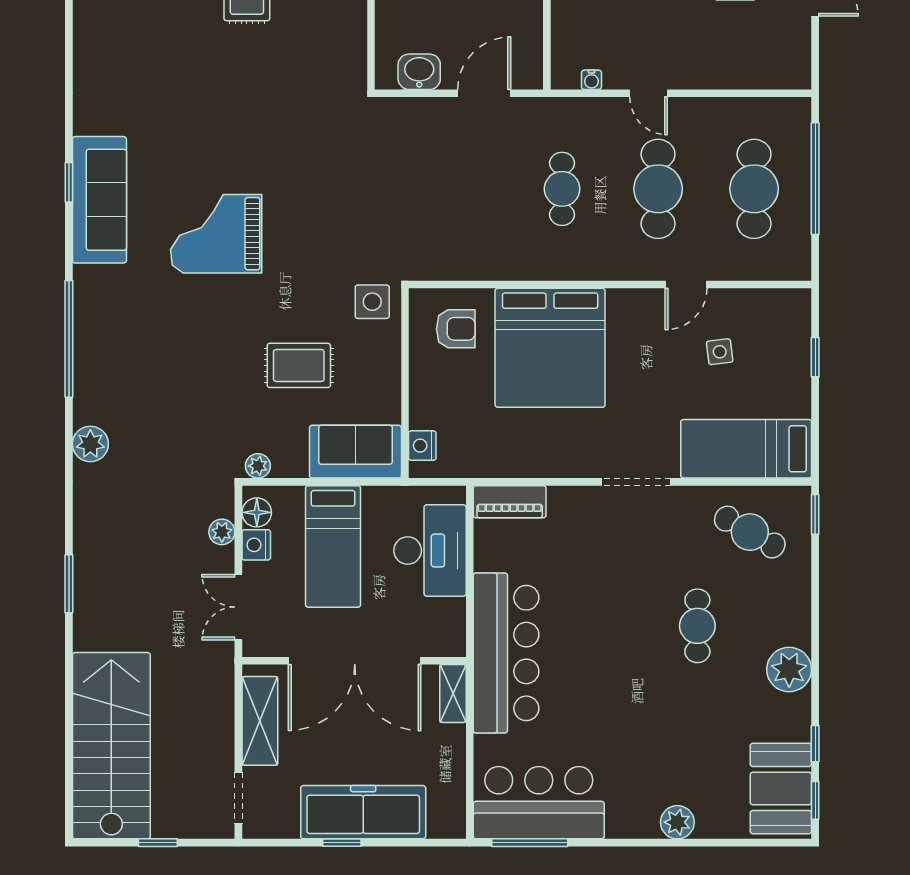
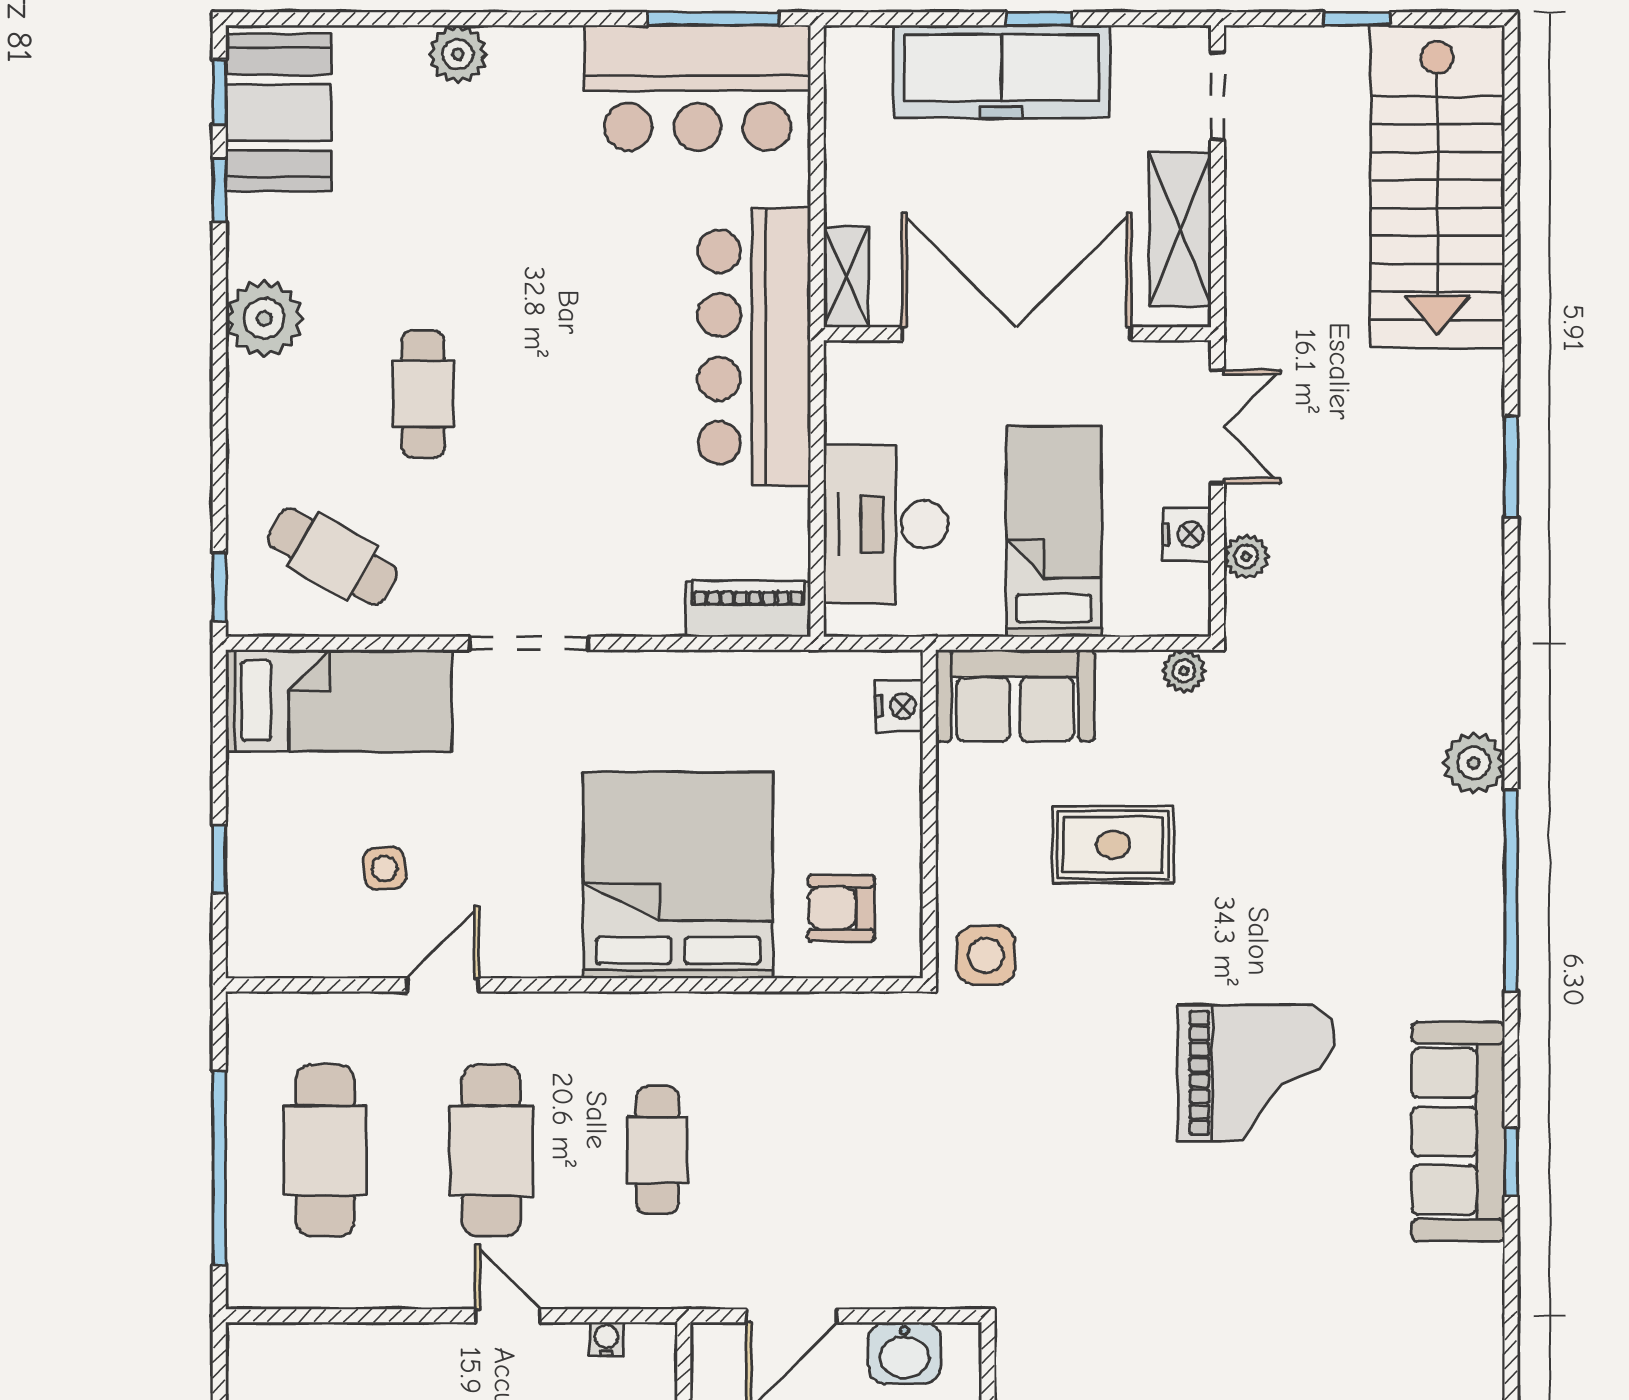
plant: (90, 444) -> (1474, 763), moved
floor lamp: (257, 512) -> (1186, 590), removed

